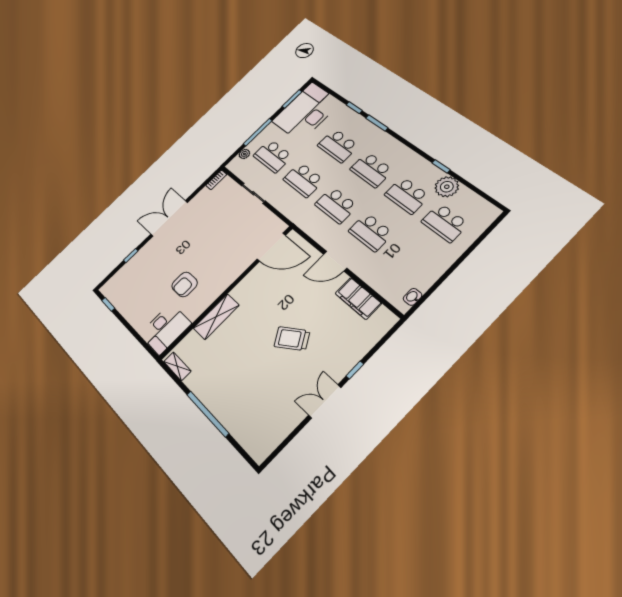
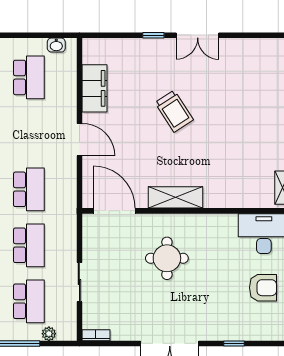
school desk: (371, 232) -> (29, 77), moved
round table: (213, 256) -> (167, 258), added
armchair: (185, 284) -> (263, 288), moved
shelving: (216, 317) -> (176, 197), moved

